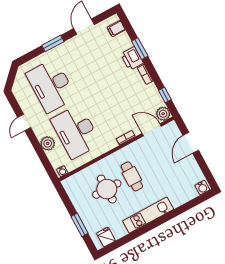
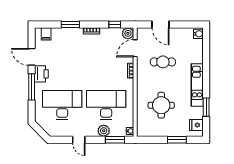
window: (53, 43) -> (32, 87), width x1.44
printer: (132, 59) -> (41, 74), moved, turned -90
desk: (51, 86) -> (62, 105), turned 180
desk: (76, 132) -> (106, 105), turned 180
window: (45, 160) -> (115, 140), added
cafe table: (132, 176) -> (163, 62), moved
window: (130, 237) -> (206, 107), added

